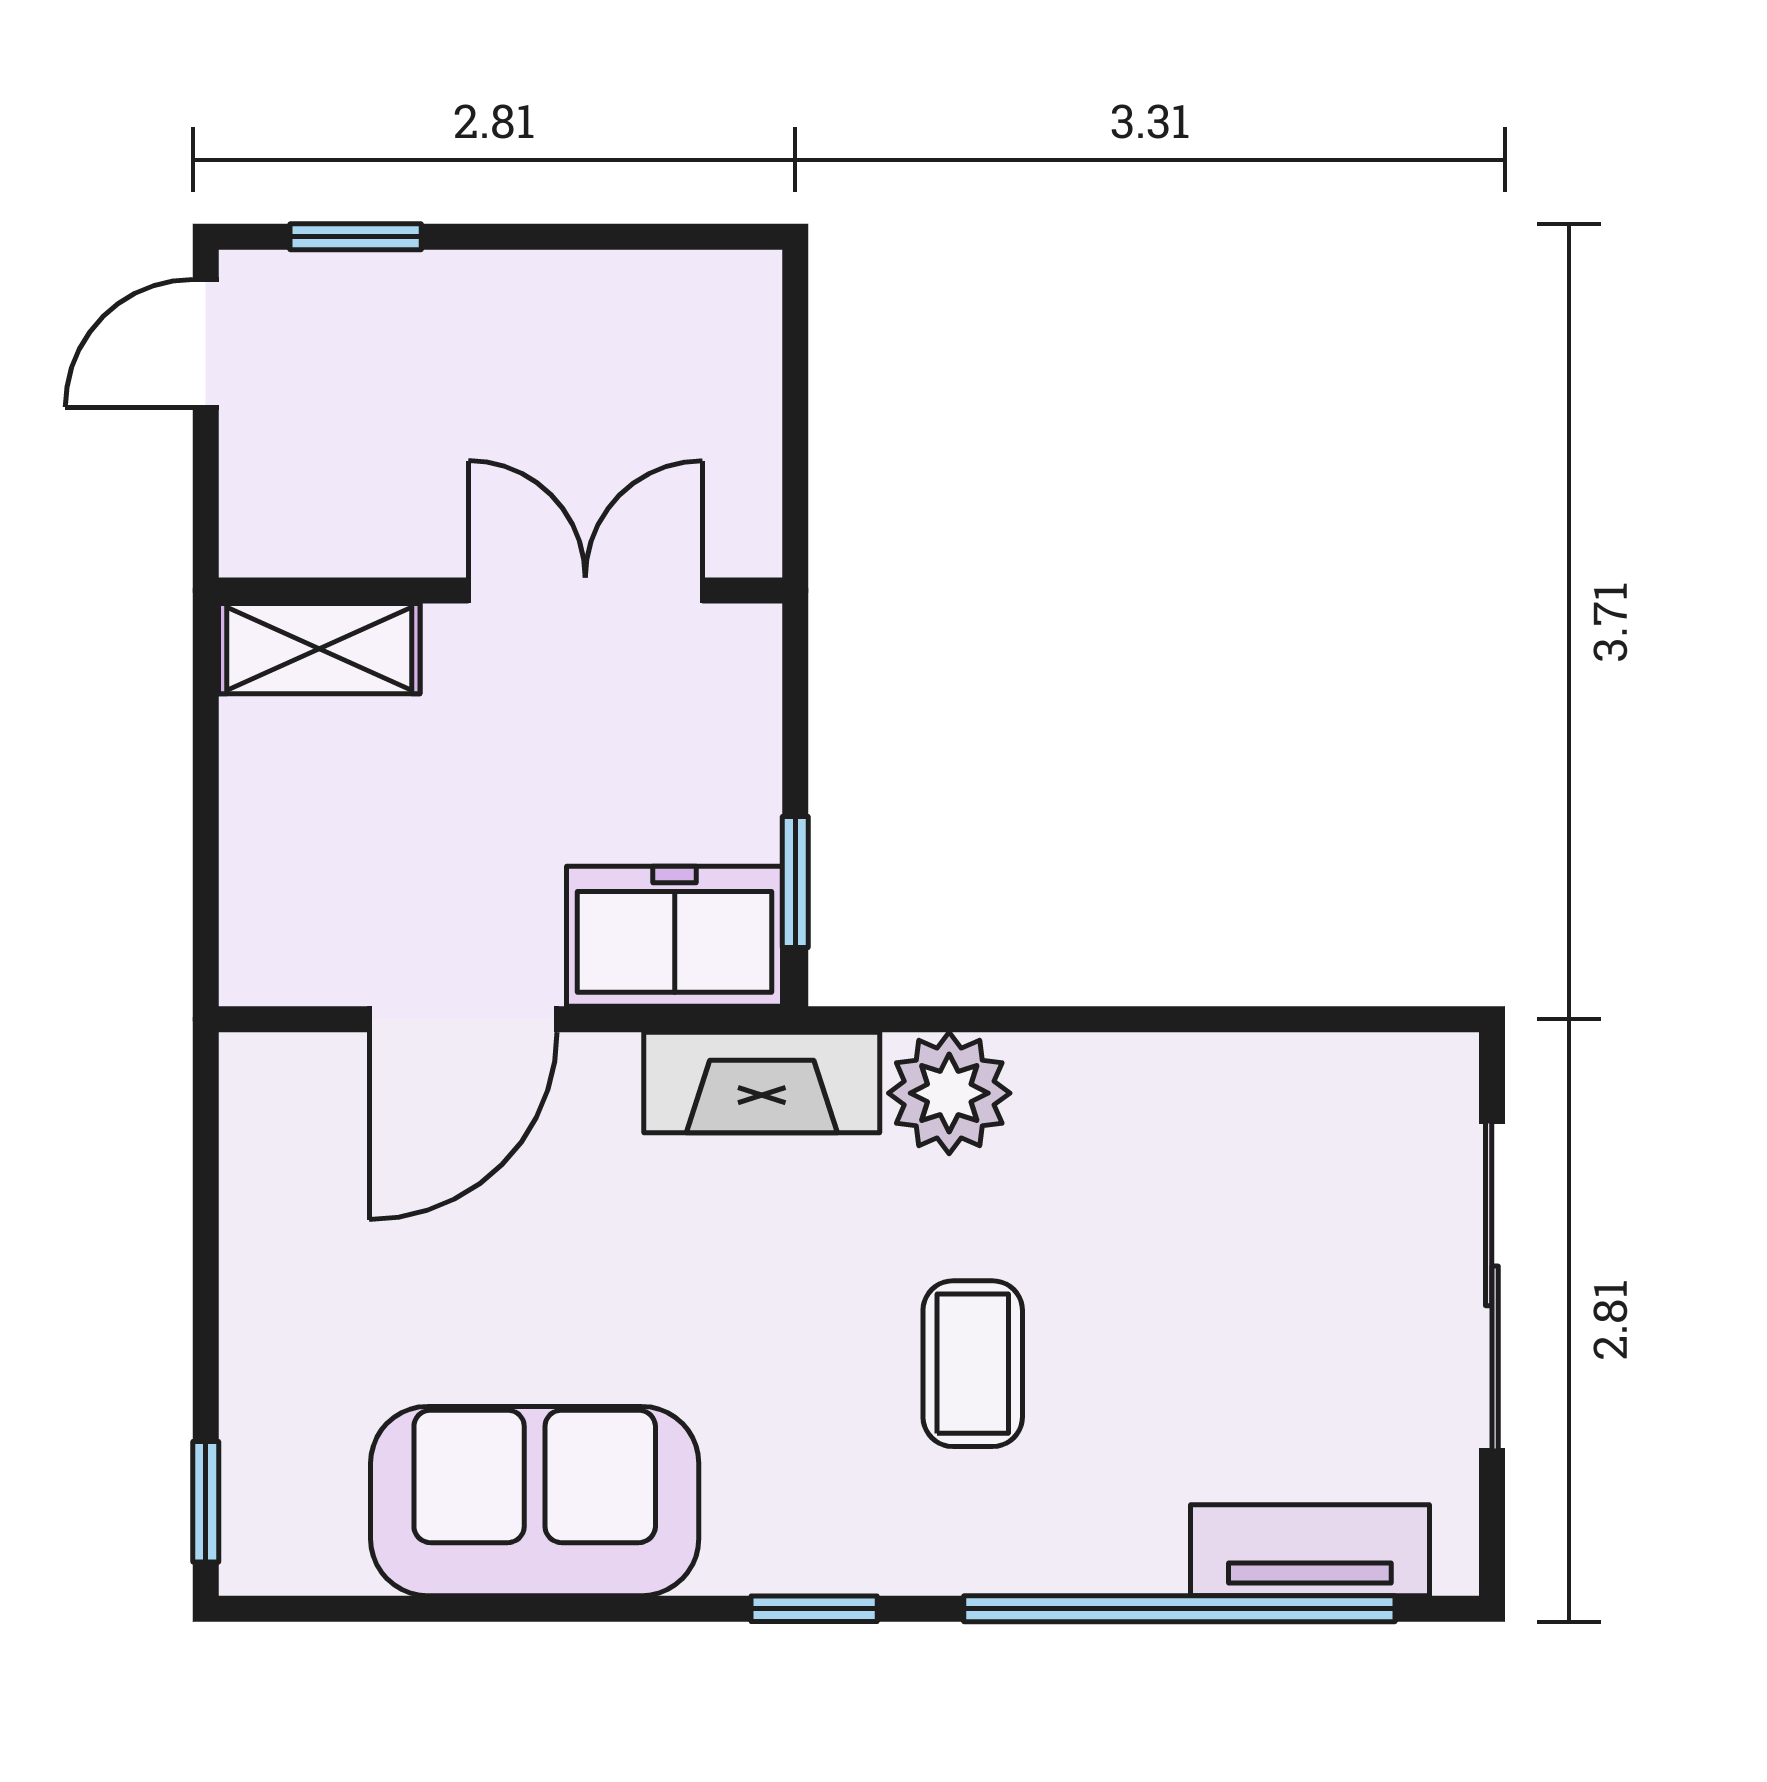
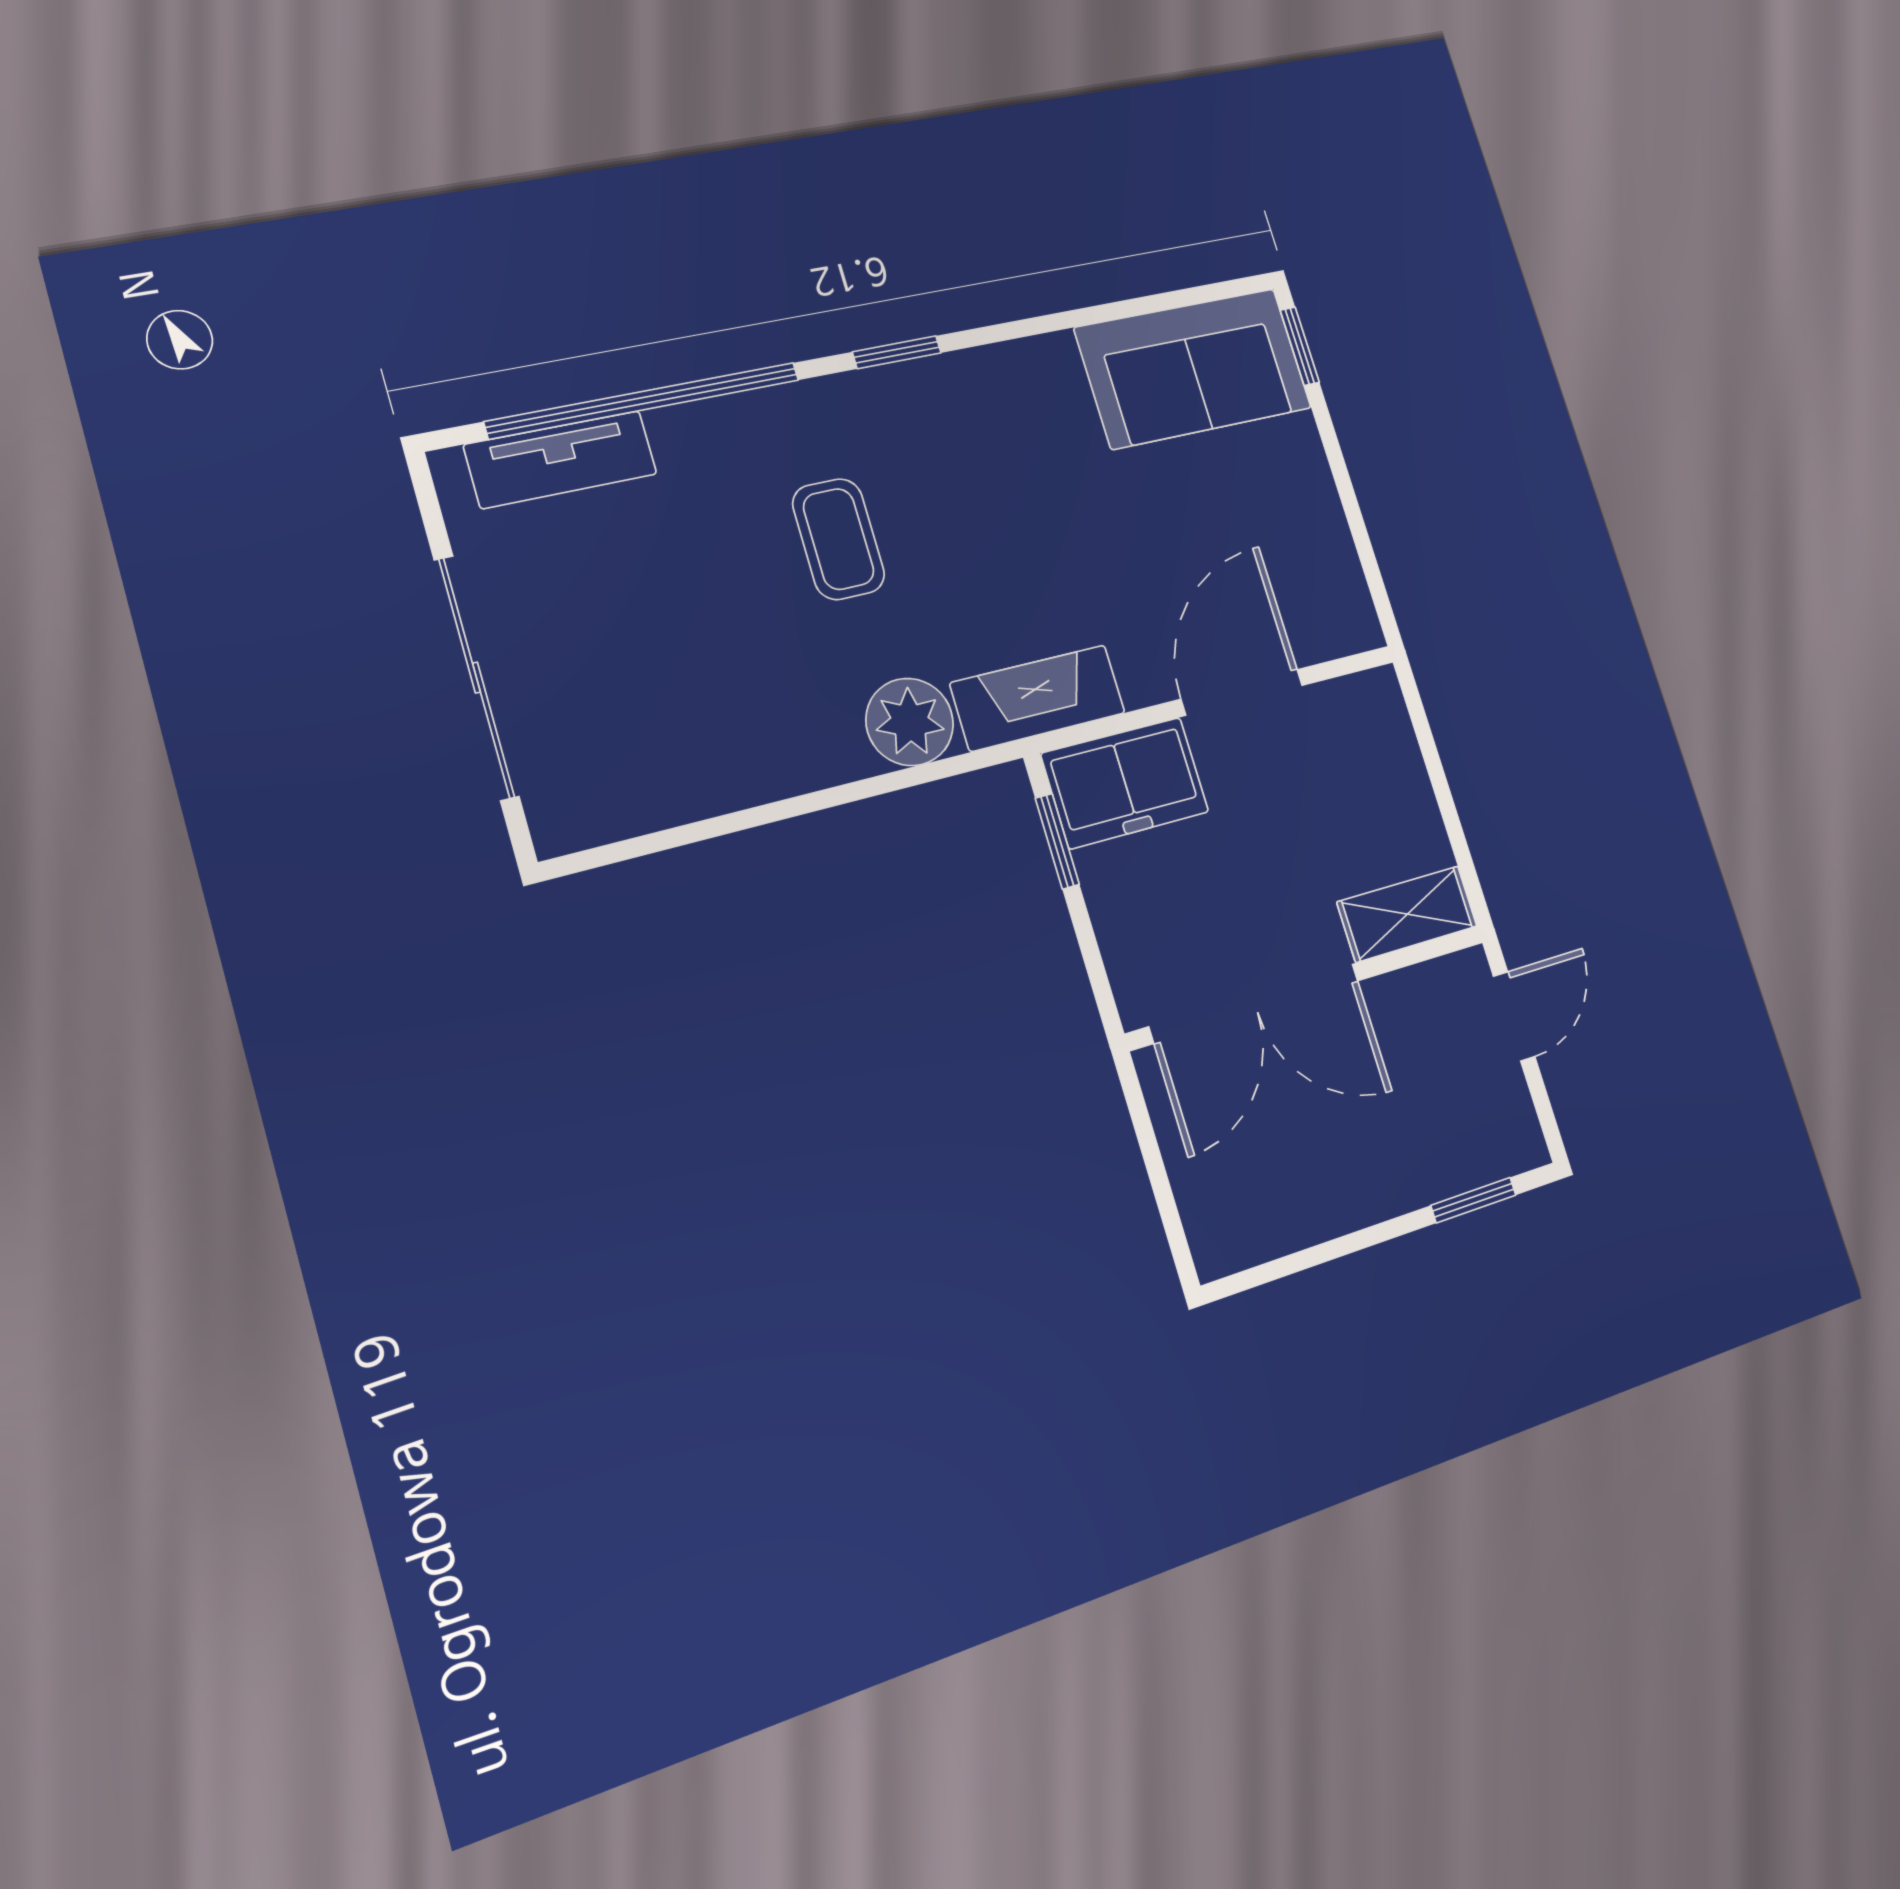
door: (206, 343) -> (1514, 1016), moved
double door: (585, 590) -> (1255, 1003), width x1.37
sofa: (535, 1501) -> (1194, 368), moved

